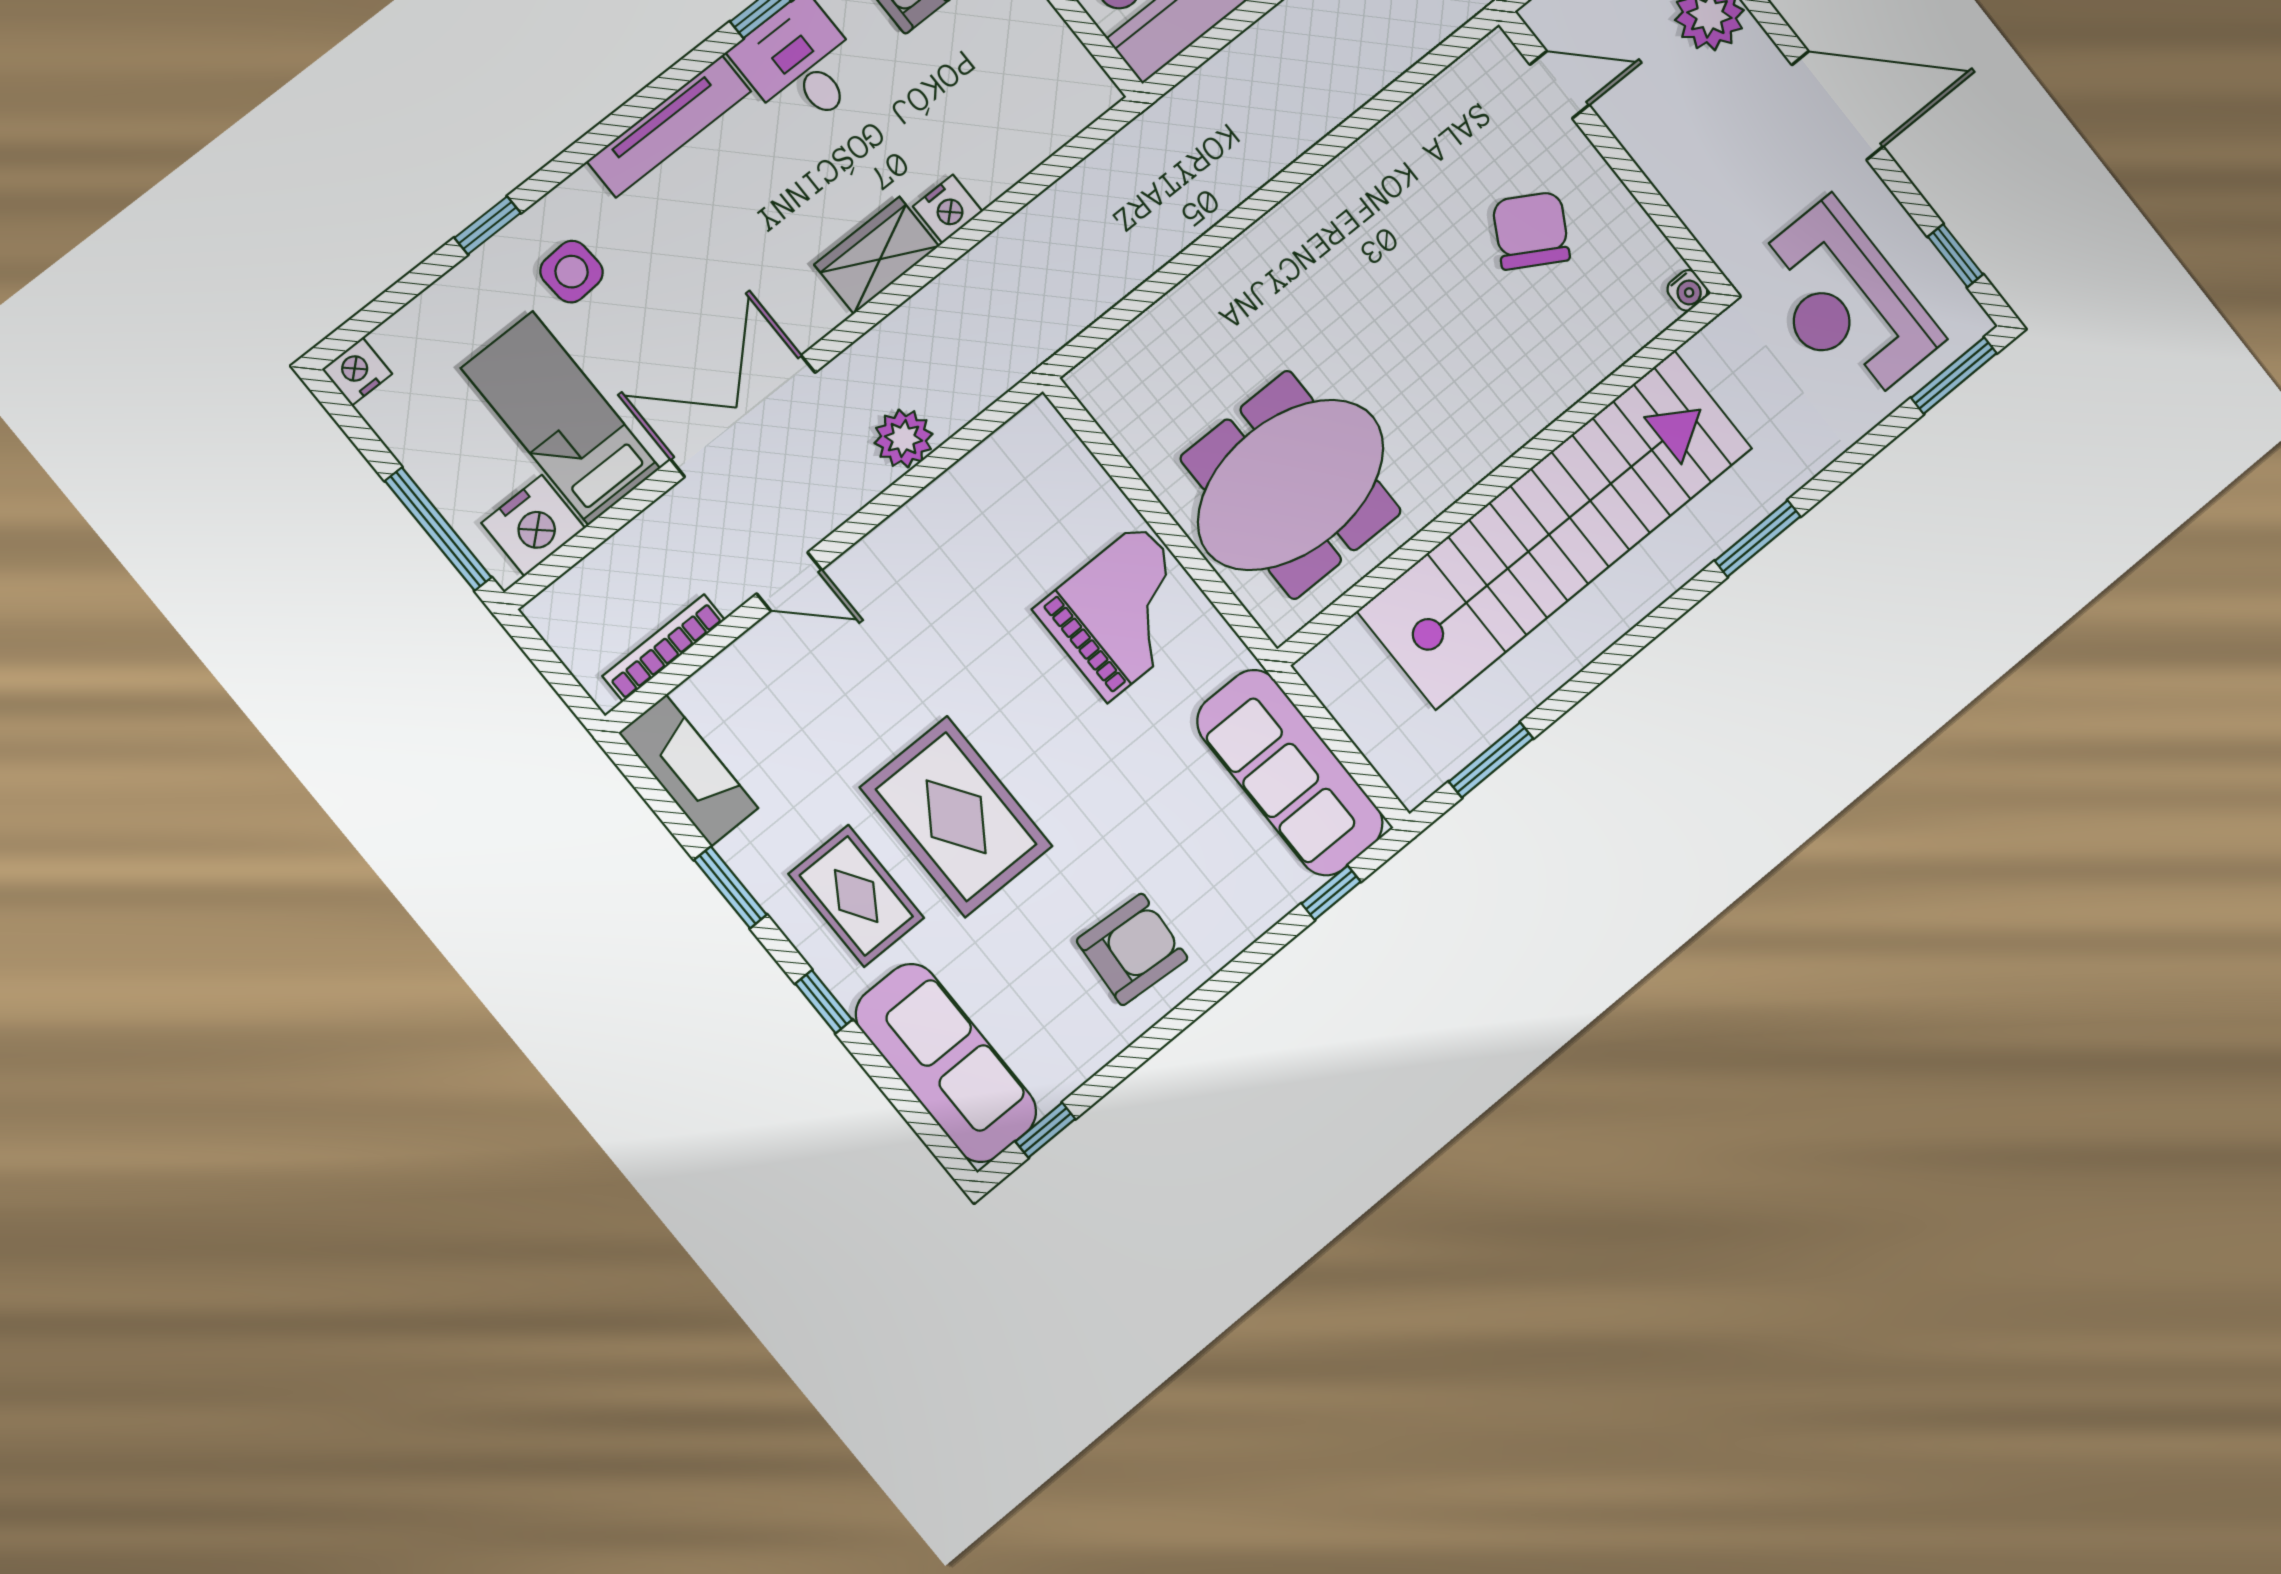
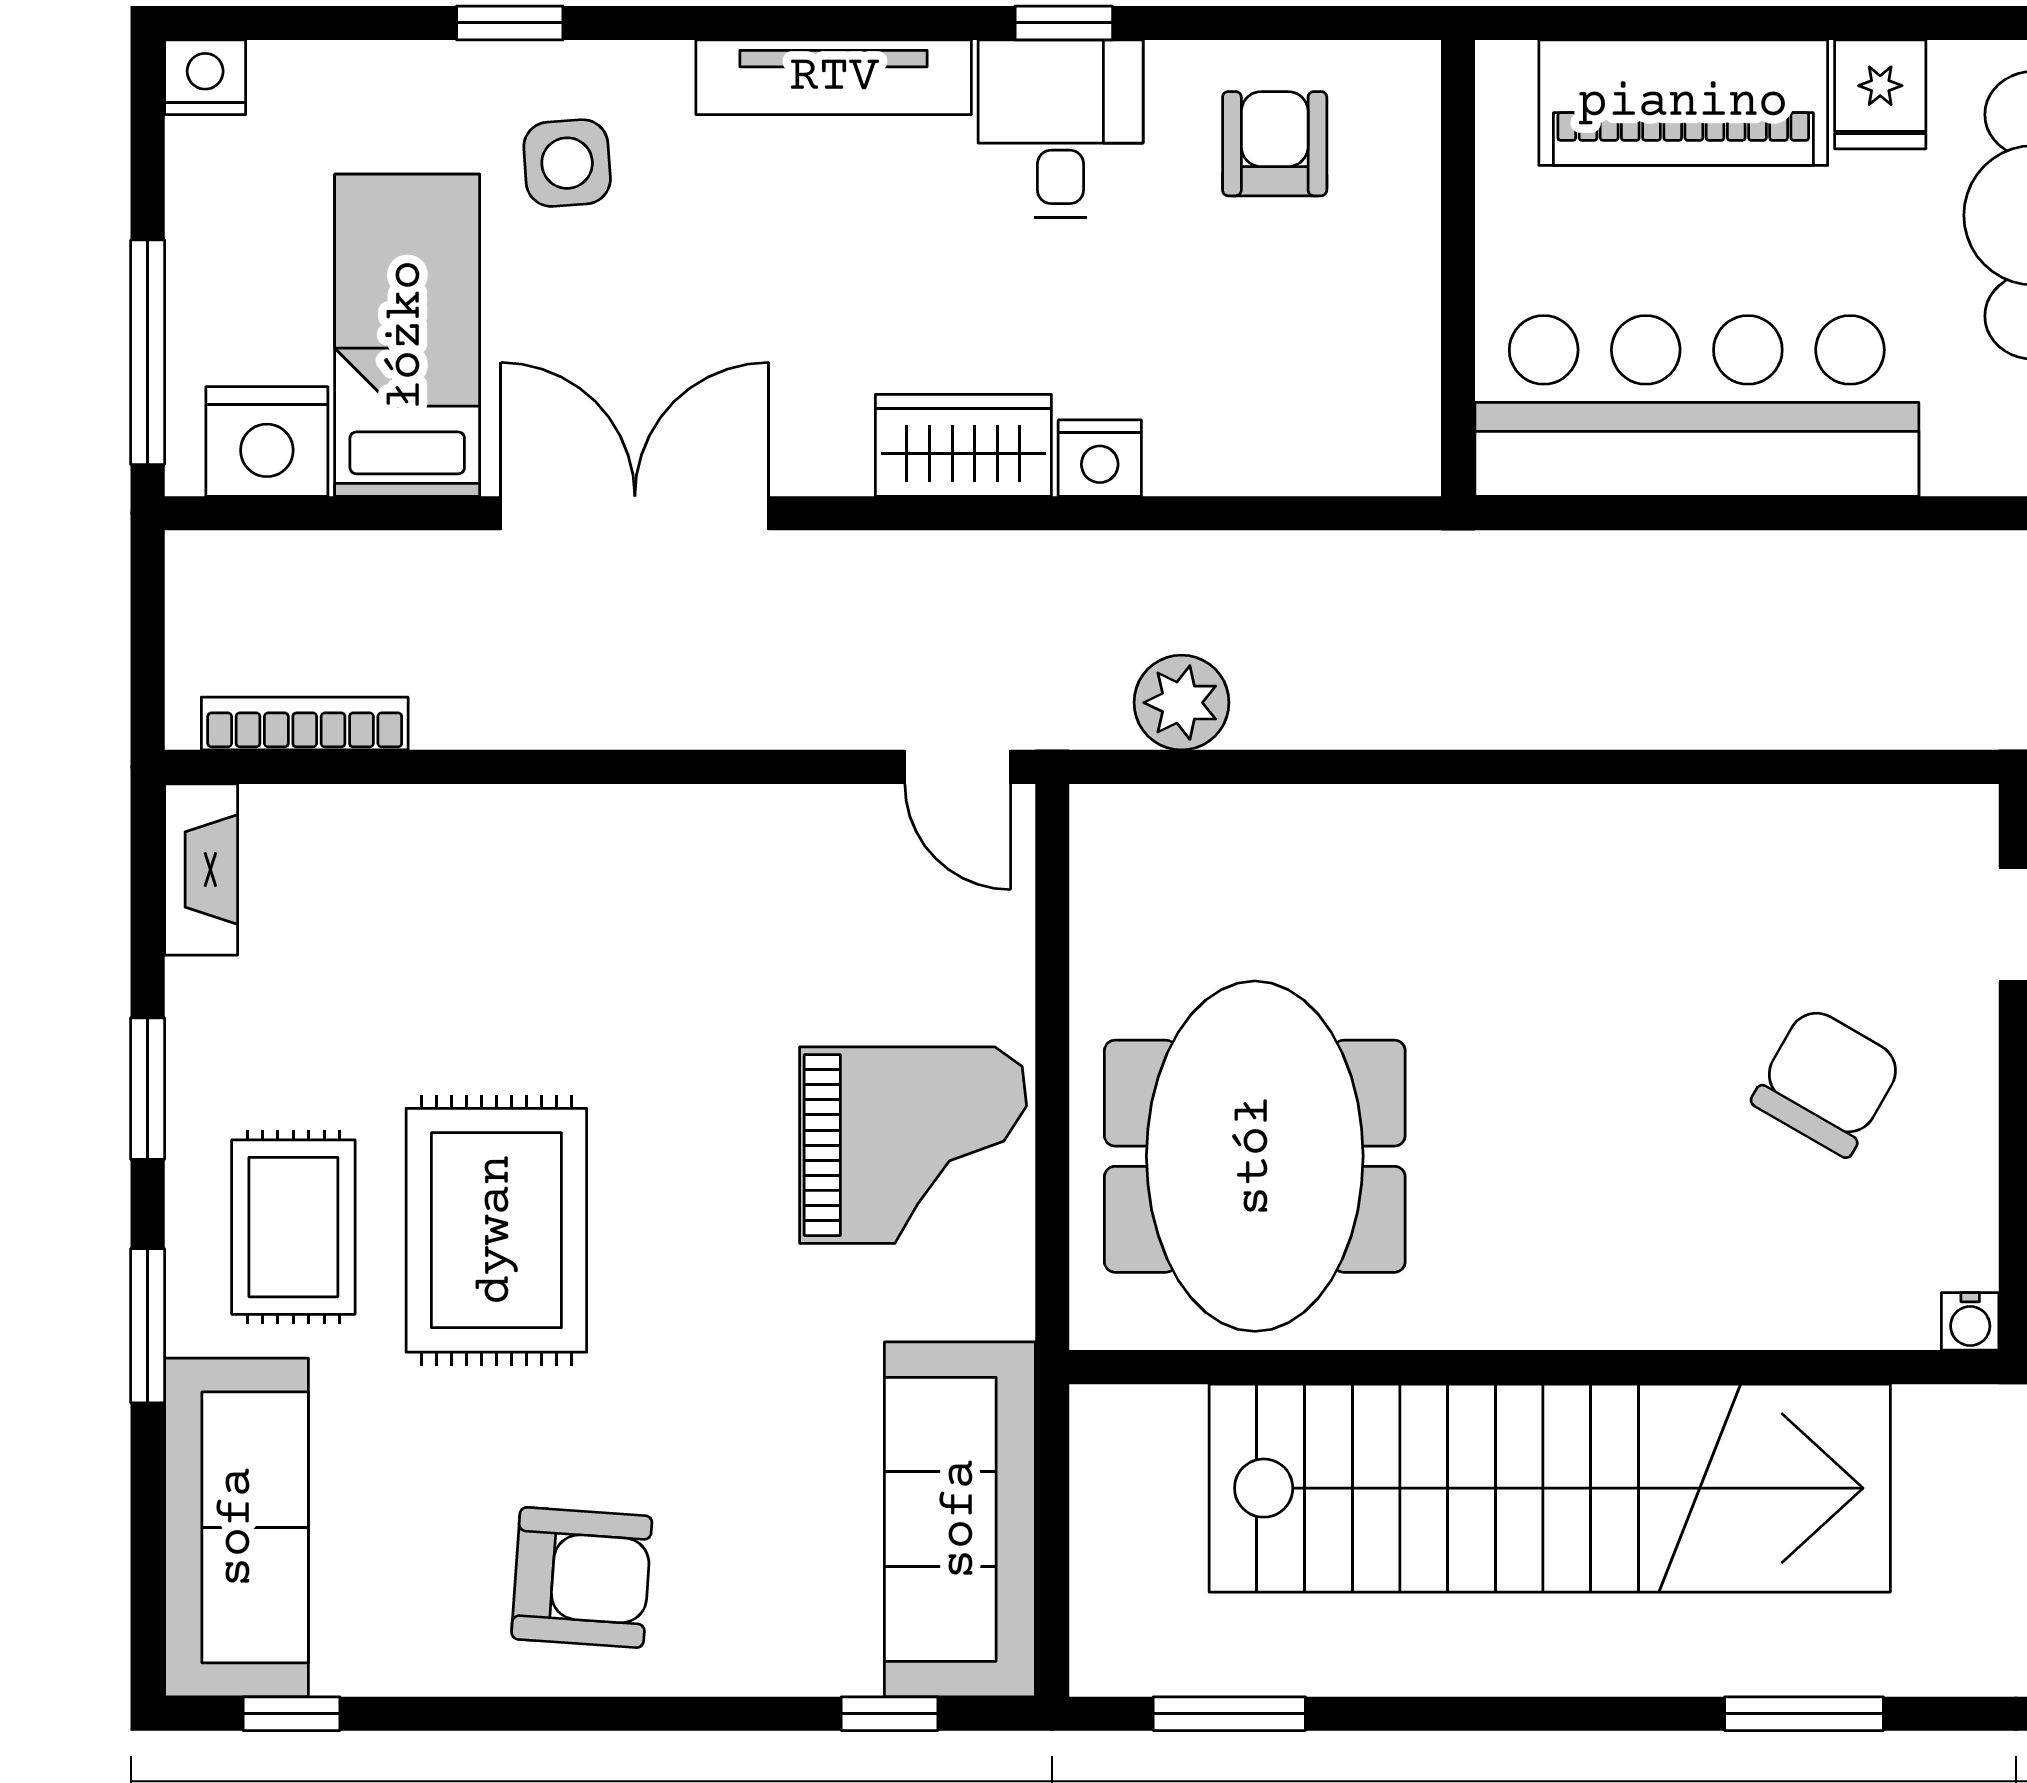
plant: (903, 439) -> (1181, 703), moved
meeting table: (1291, 485) -> (1255, 1156), turned 90
door: (789, 582) -> (958, 767), moved
fireplace: (688, 771) -> (201, 869), width x0.73, depth x0.76
window: (824, 1002) -> (148, 1326), width x1.50

